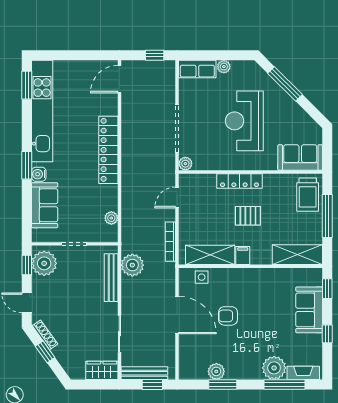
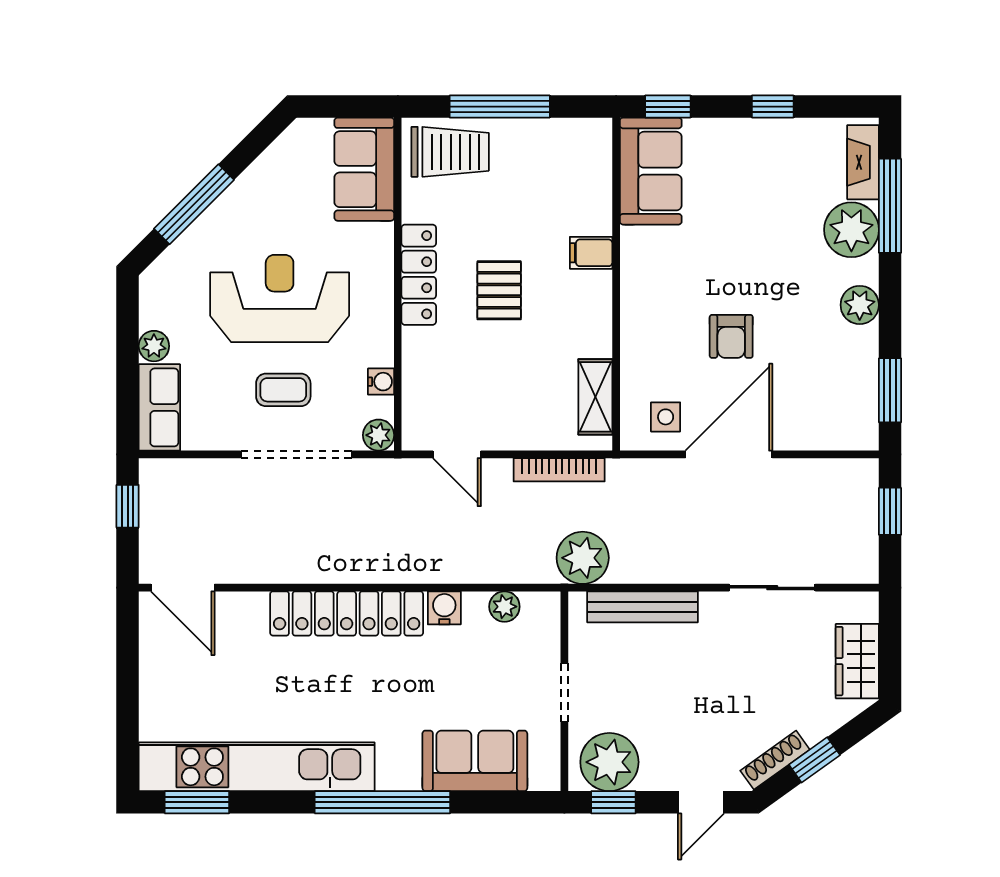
reception desk: (244, 121) -> (280, 299), turned 180
coffee table: (205, 122) -> (283, 390), added
window: (27, 165) -> (382, 802), width x2.11
water cooler: (208, 165) -> (381, 382), added
water cooler: (39, 174) -> (444, 608), moved, turned 180
locker: (239, 181) -> (419, 275), moved
shelving: (210, 255) -> (595, 397), width x0.67, depth x0.75
filing cabinet: (243, 255) -> (591, 253), moved
shelving: (297, 255) -> (589, 176), removed
plant: (132, 265) -> (583, 558), moved
side table: (202, 277) -> (666, 417), moved
sofa: (309, 310) -> (651, 171), moved, turned -90
wardrobe: (102, 370) -> (857, 661), moved
plant: (216, 371) -> (860, 305), moved
bench: (144, 373) -> (864, 530), removed
window: (223, 385) -> (890, 390), moved

